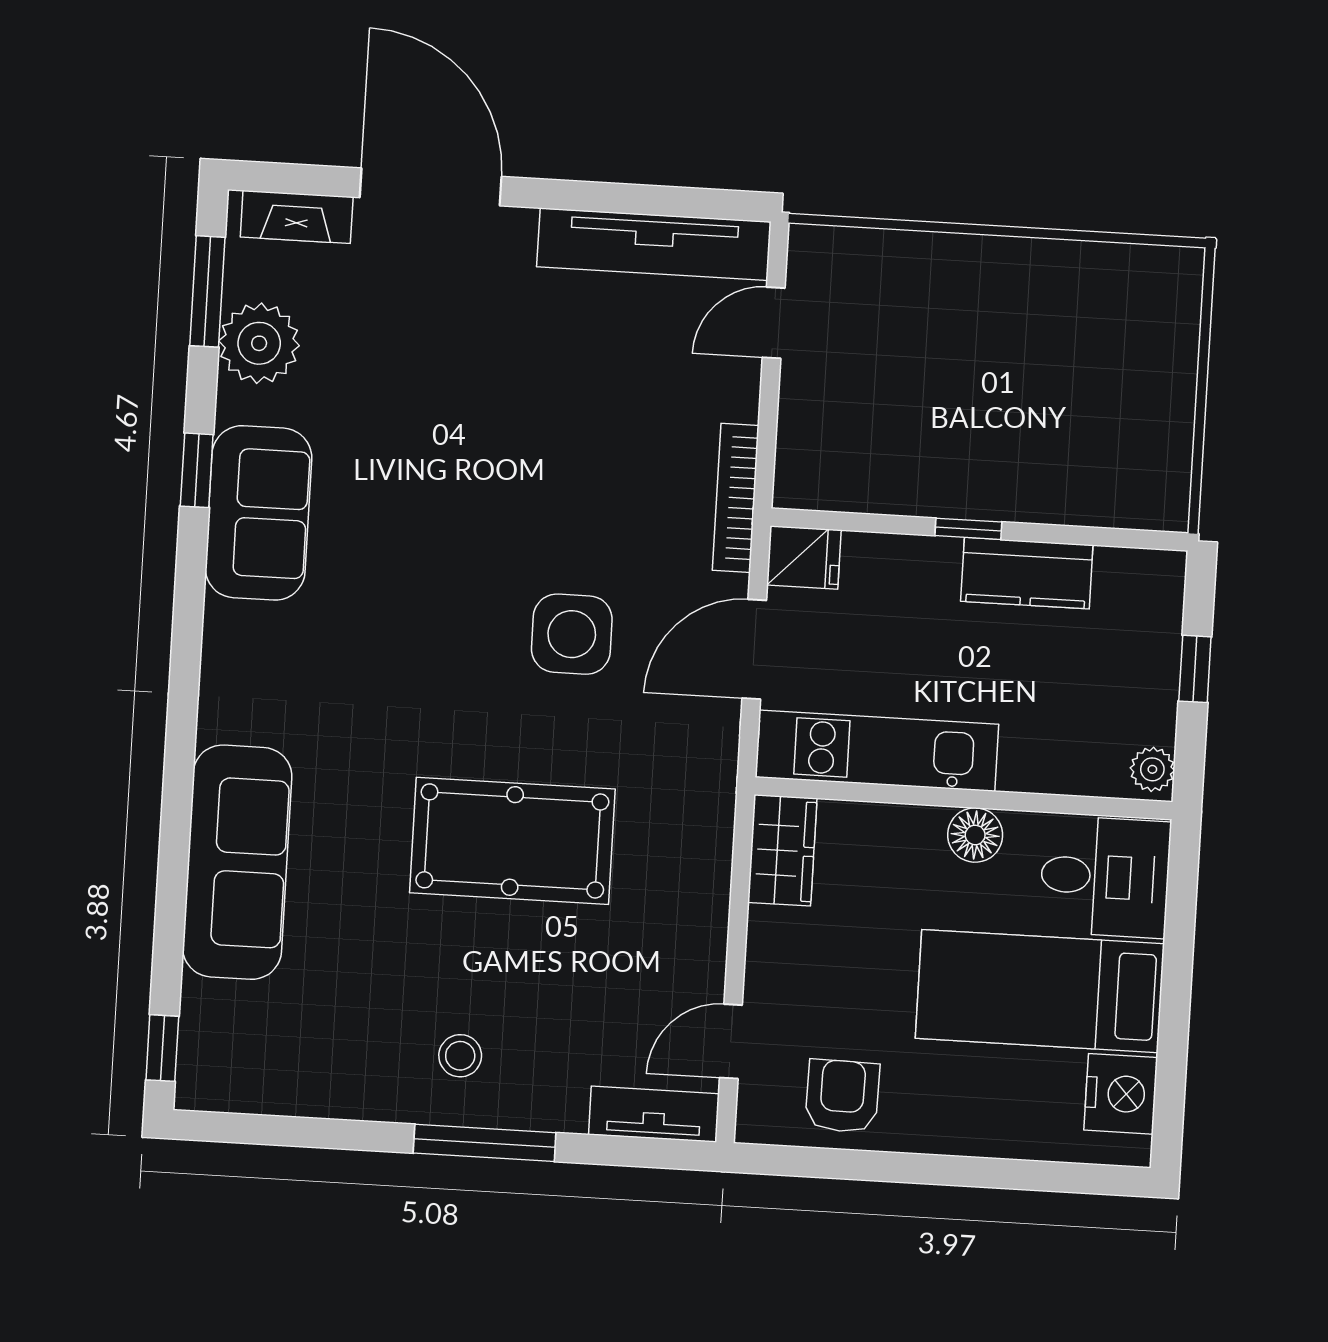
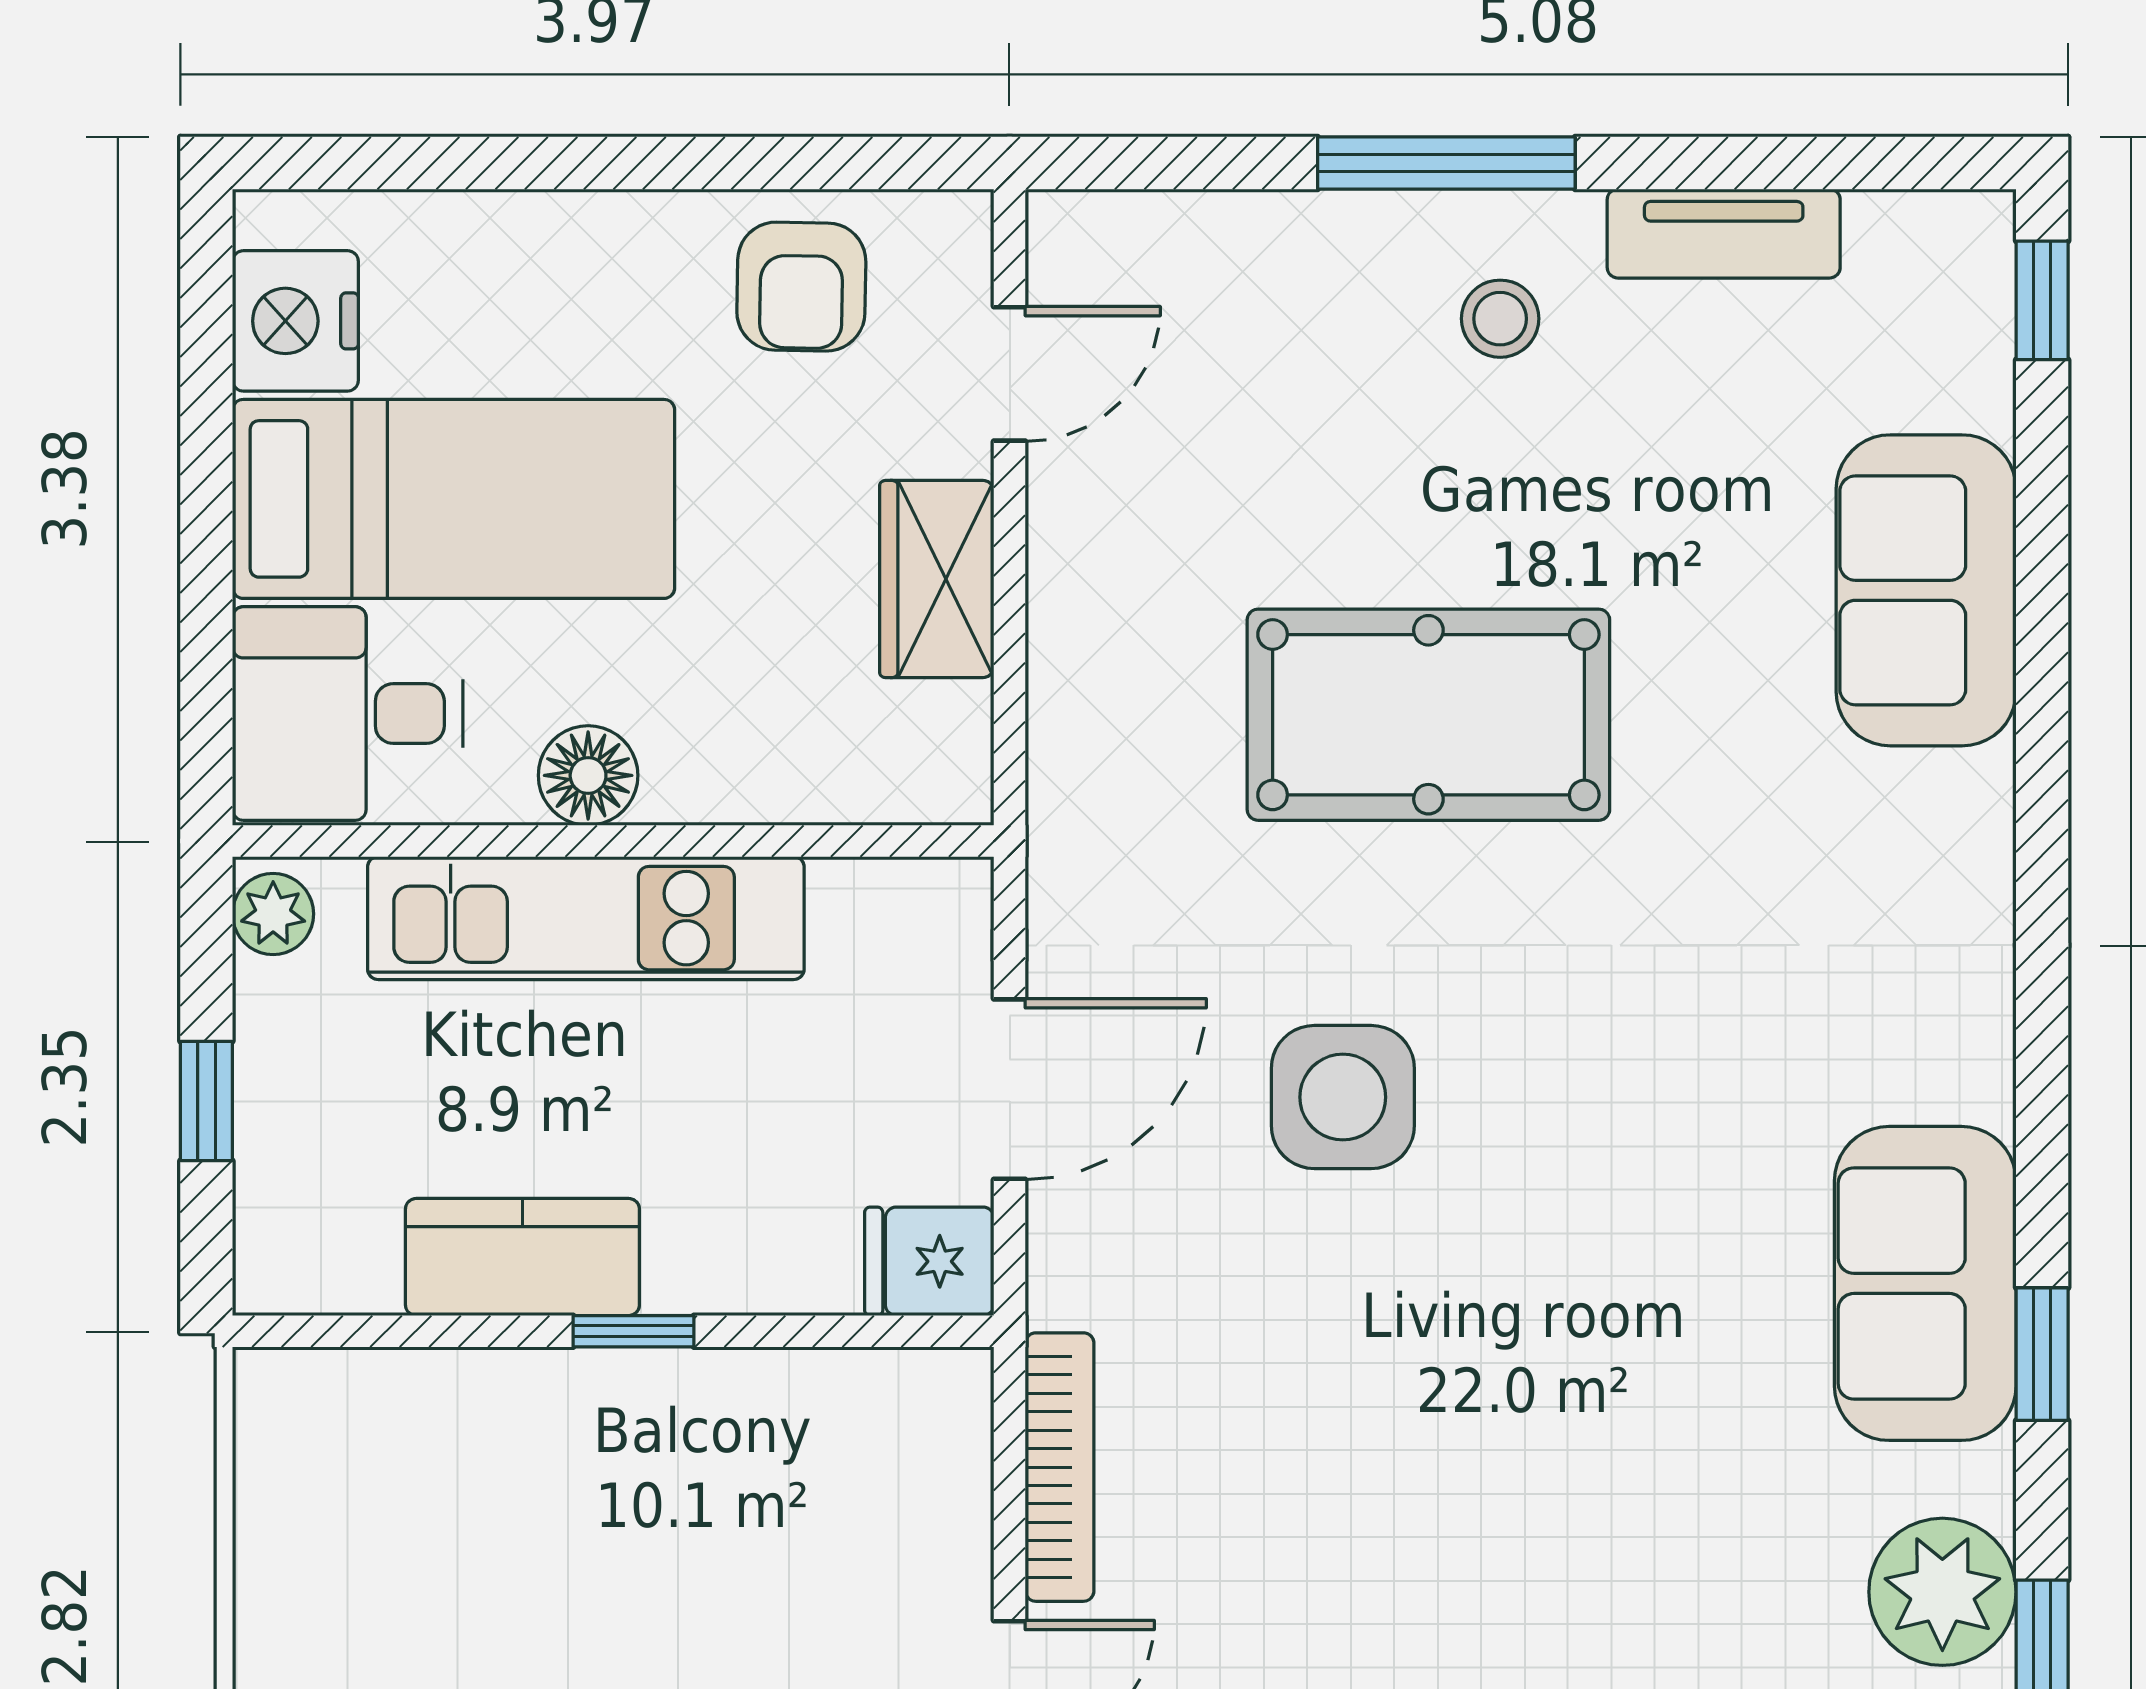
bookcase: (736, 498) -> (1060, 1467), moved
kitchen unit: (877, 751) -> (586, 918), moved
wardrobe: (782, 850) -> (937, 579), moved
sofa: (237, 862) -> (1926, 590), width x0.73
tv unit: (654, 1114) -> (1724, 234), moved

